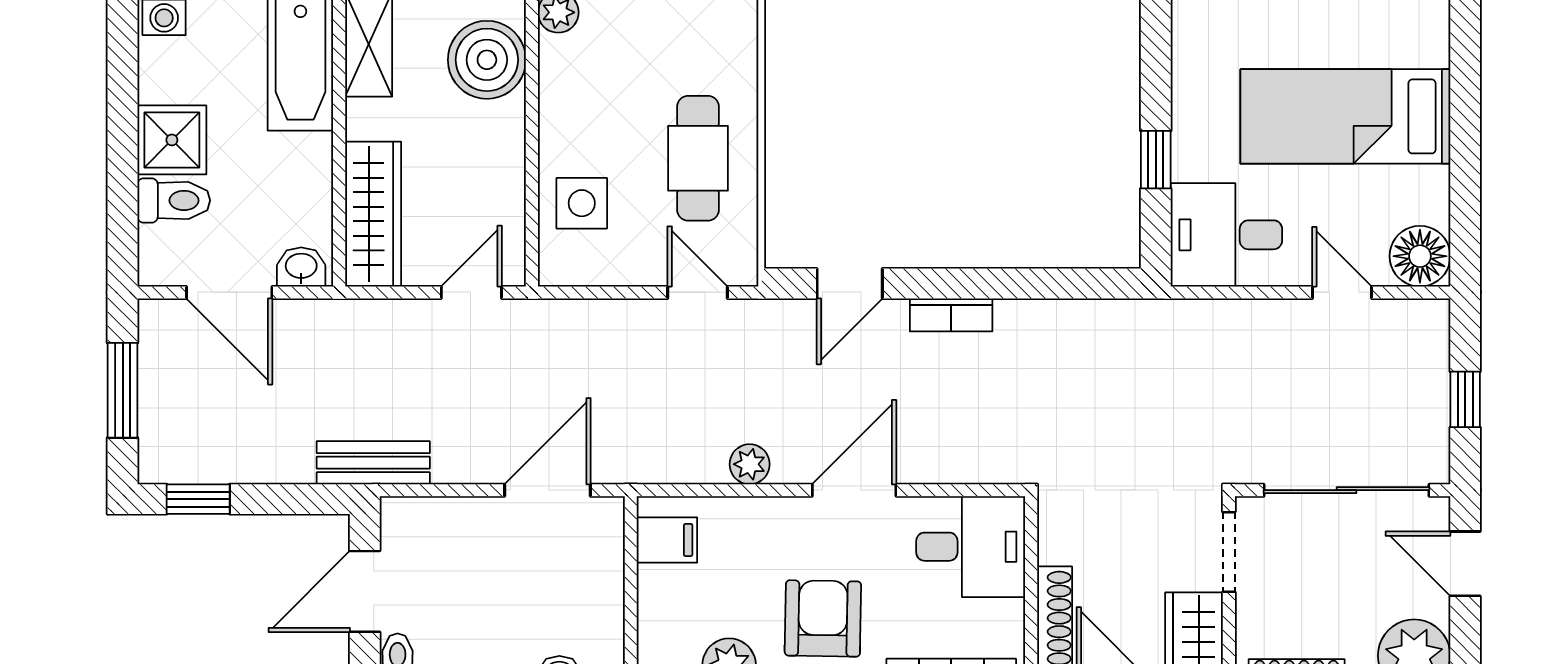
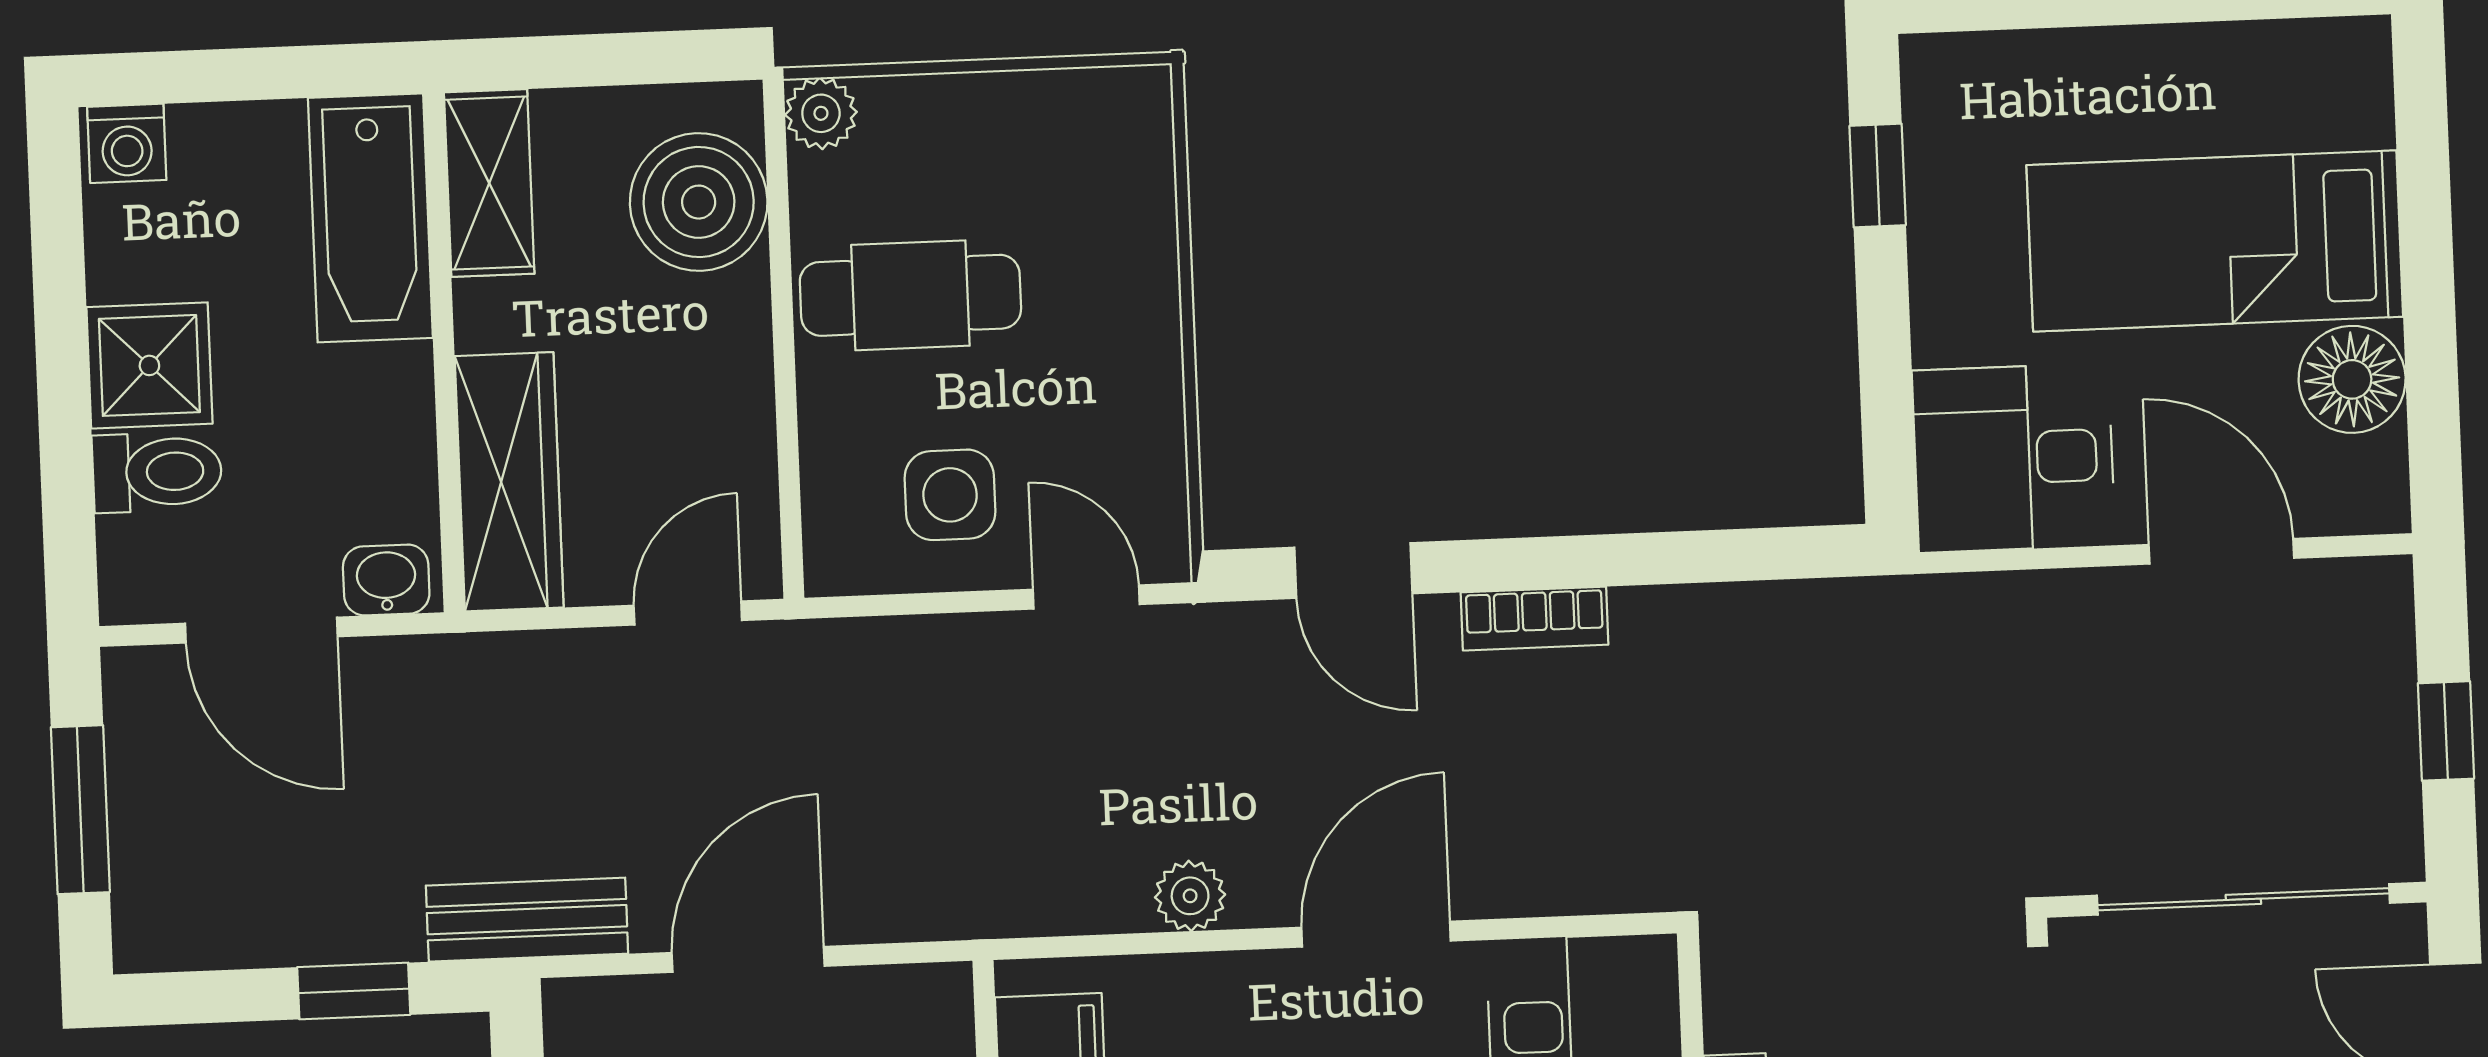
cafe table: (698, 158) -> (910, 295), moved, turned 90
window: (1156, 160) -> (1878, 176), moved
side table: (582, 203) -> (950, 495), moved
floor lamp: (1420, 256) -> (2352, 379), moved
door: (850, 284) -> (1353, 570), hinge flipped
door: (1342, 292) -> (2221, 551), width x1.38
door: (548, 490) -> (748, 959), moved
window: (198, 499) -> (354, 991), moved

